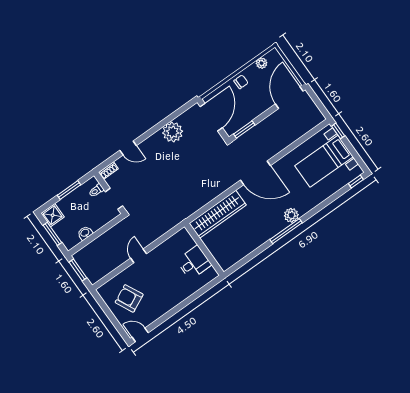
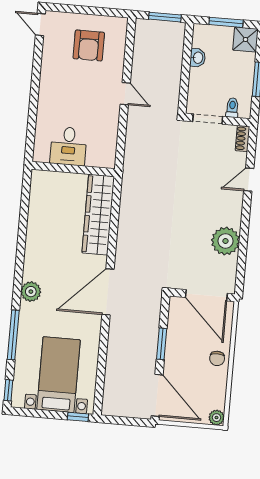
plant: (262, 63) -> (216, 418), moved
window: (244, 129) -> (162, 344), moved
window: (286, 231) -> (13, 335), moved
armchair: (129, 298) -> (89, 45), turned 116
door: (140, 335) -> (40, 25), swing flipped

